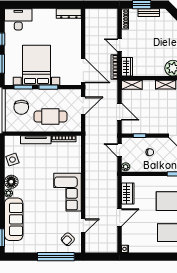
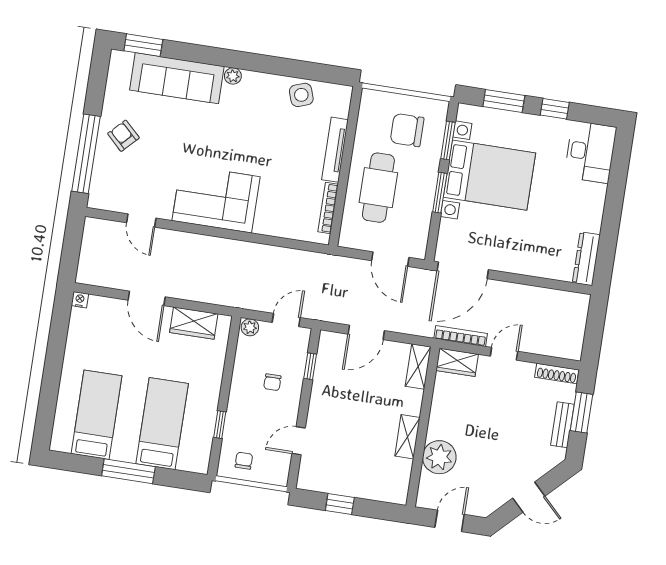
floor lamp: (11, 182) -> (256, 85), removed
armchair: (68, 239) -> (123, 136), moved

